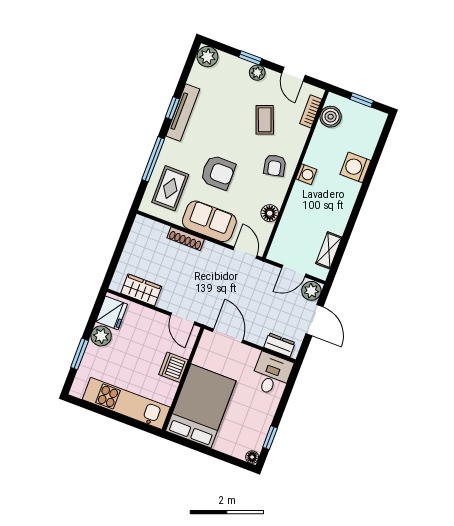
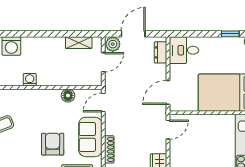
armchair: (275, 165) -> (32, 105), removed
door: (294, 271) -> (103, 62), hinge flipped
dishwasher: (174, 367) -> (206, 123), removed

